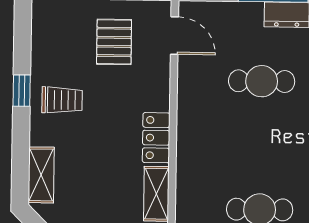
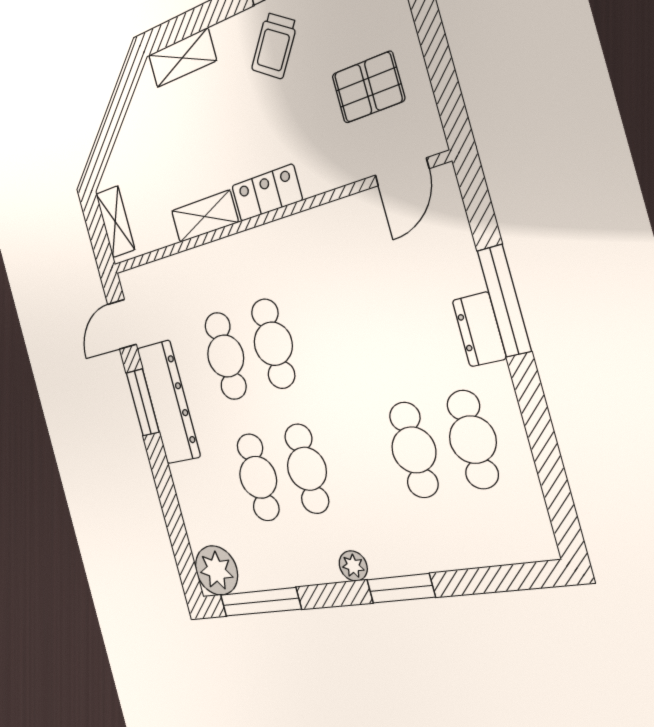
cafe table: (262, 81) -> (273, 344), moved
trolley: (62, 100) -> (274, 46), turned 35

